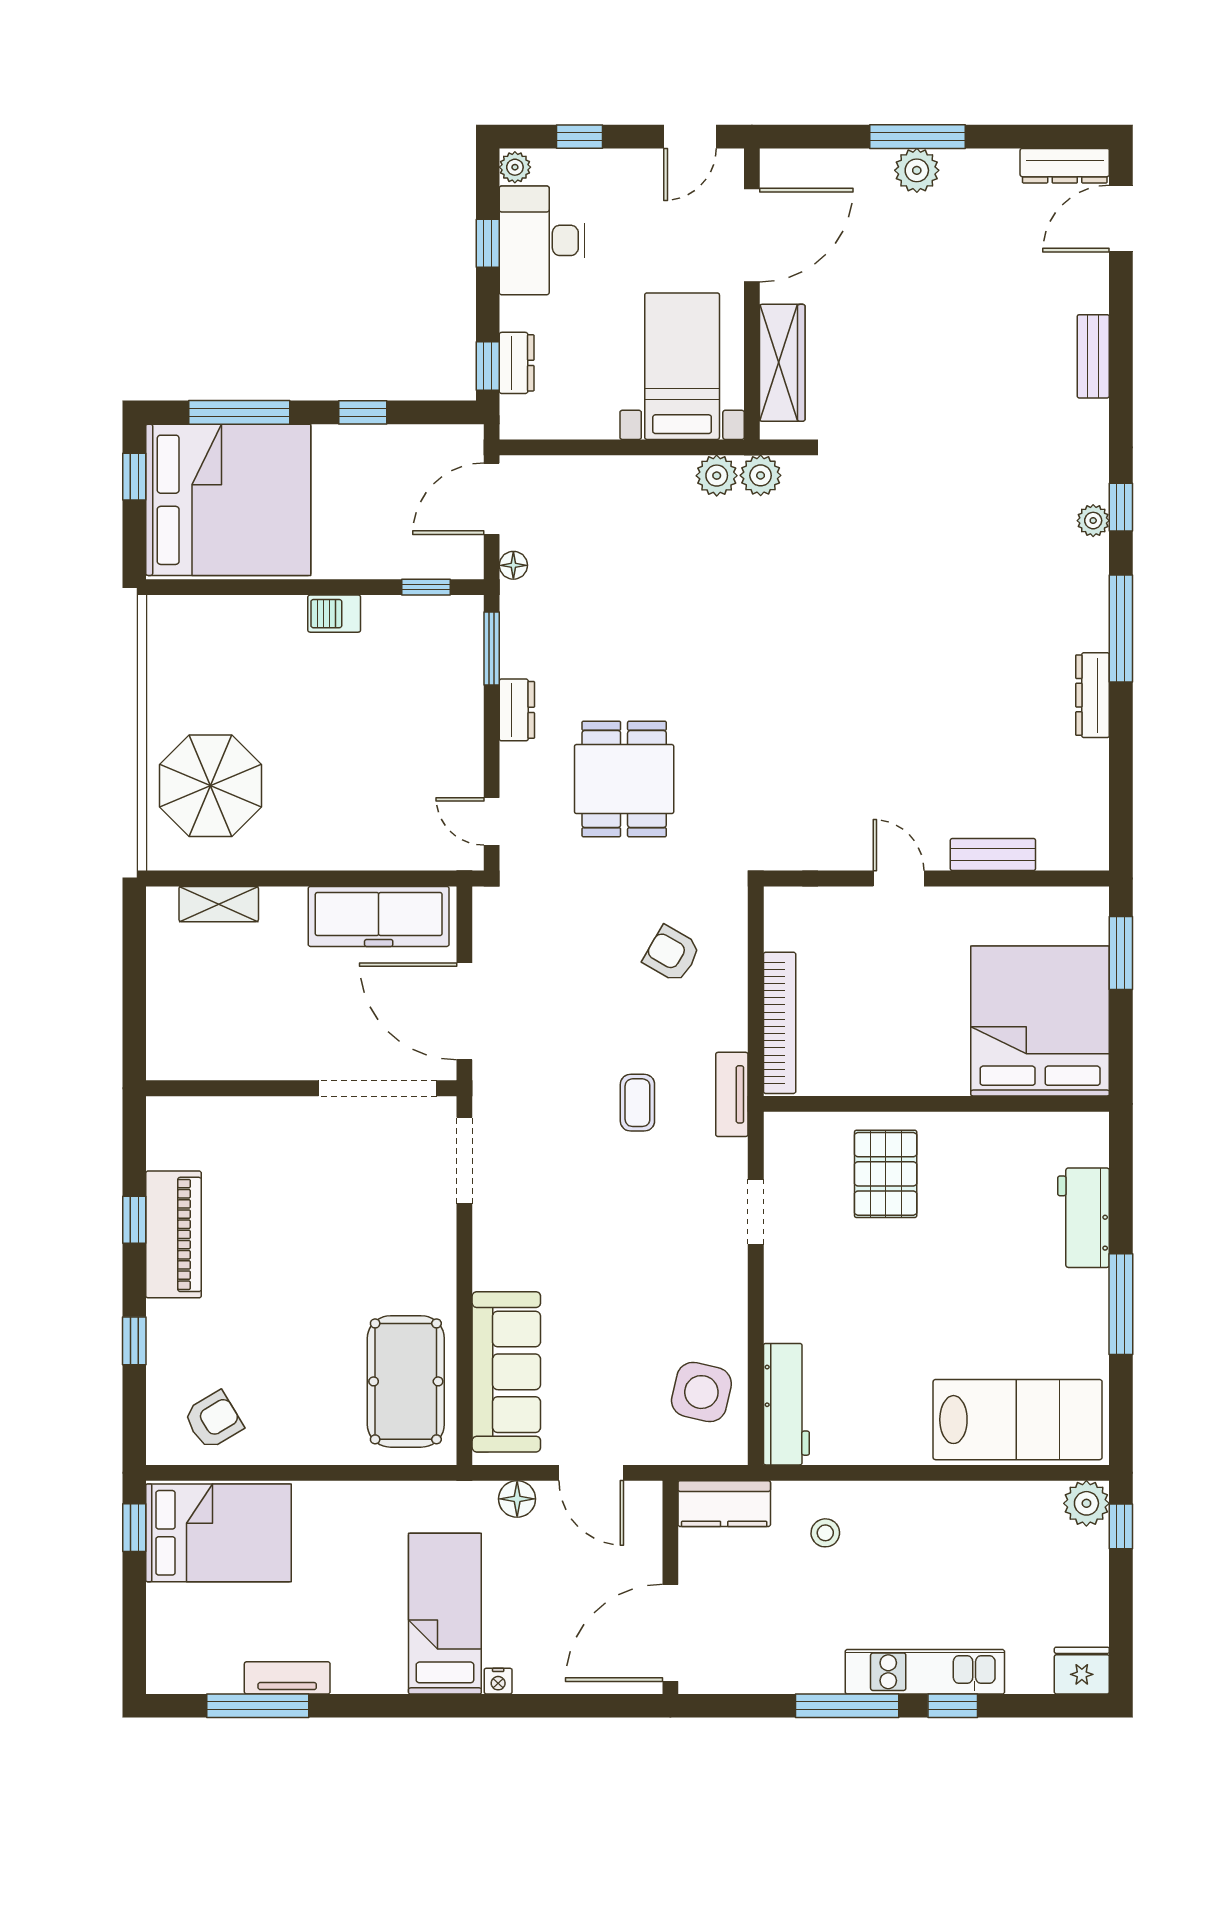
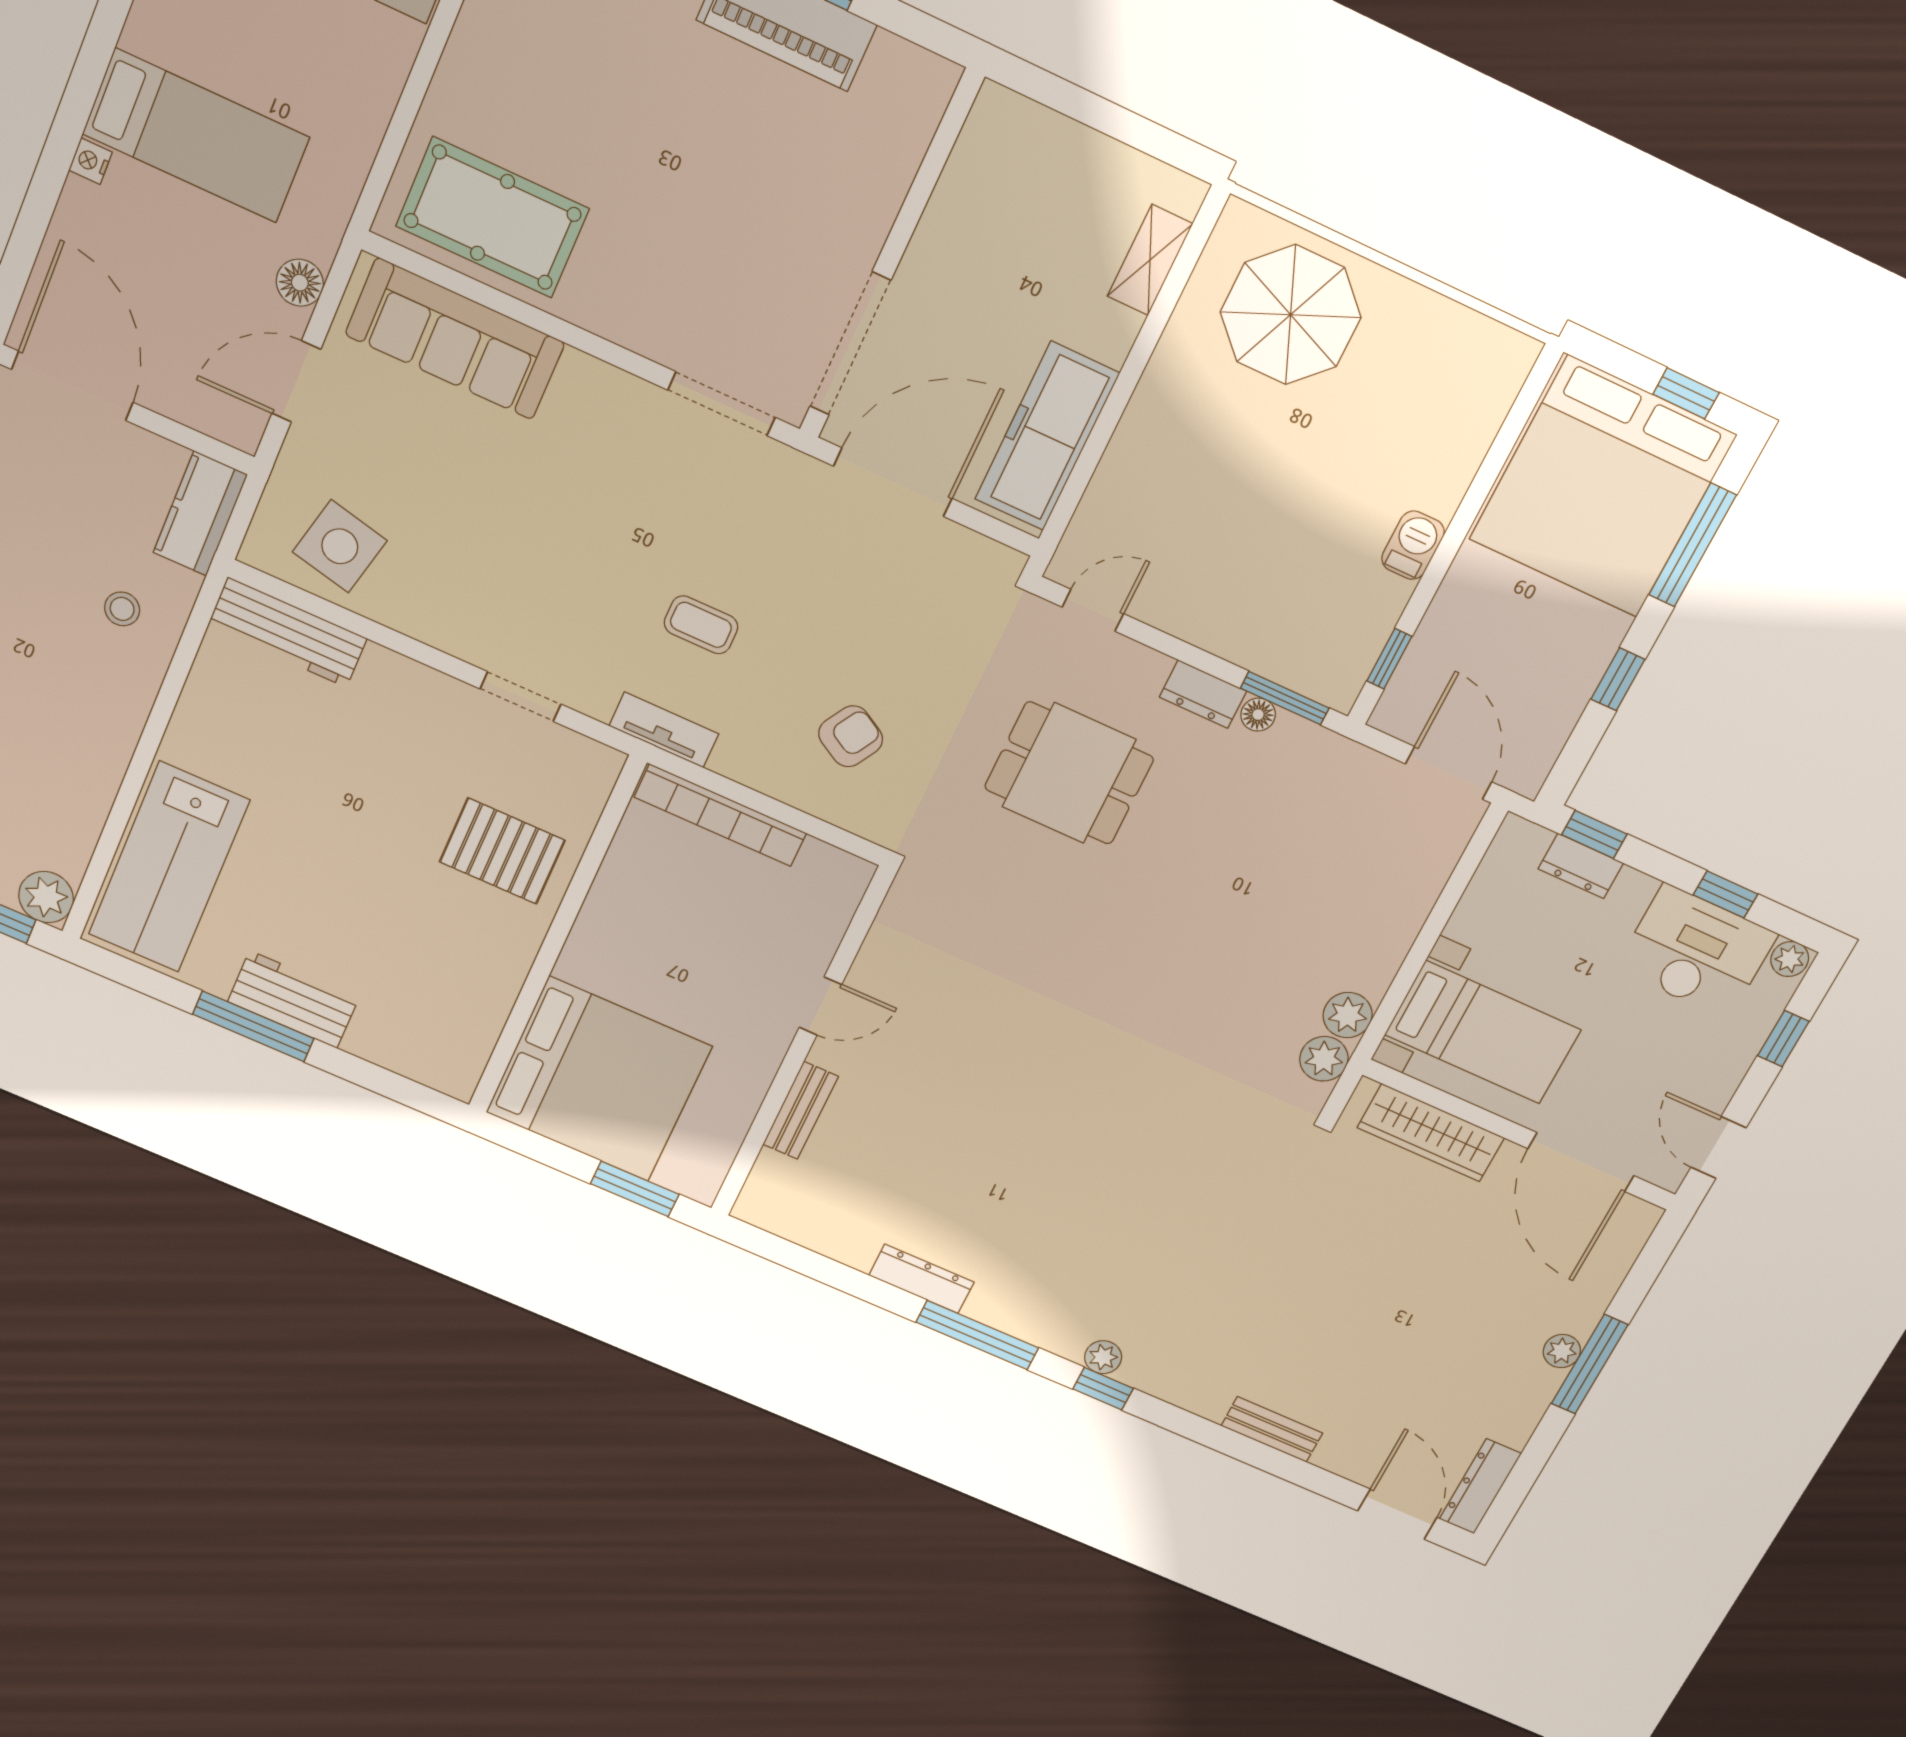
plant: (917, 170) -> (1562, 1351), width x0.73, depth x0.73
floor lamp: (513, 565) -> (1258, 715), moved
workbench: (1083, 1218) -> (293, 999), moved

